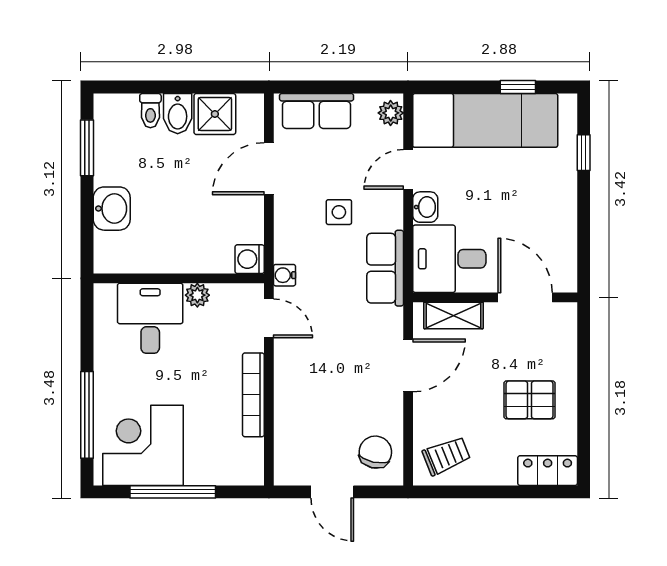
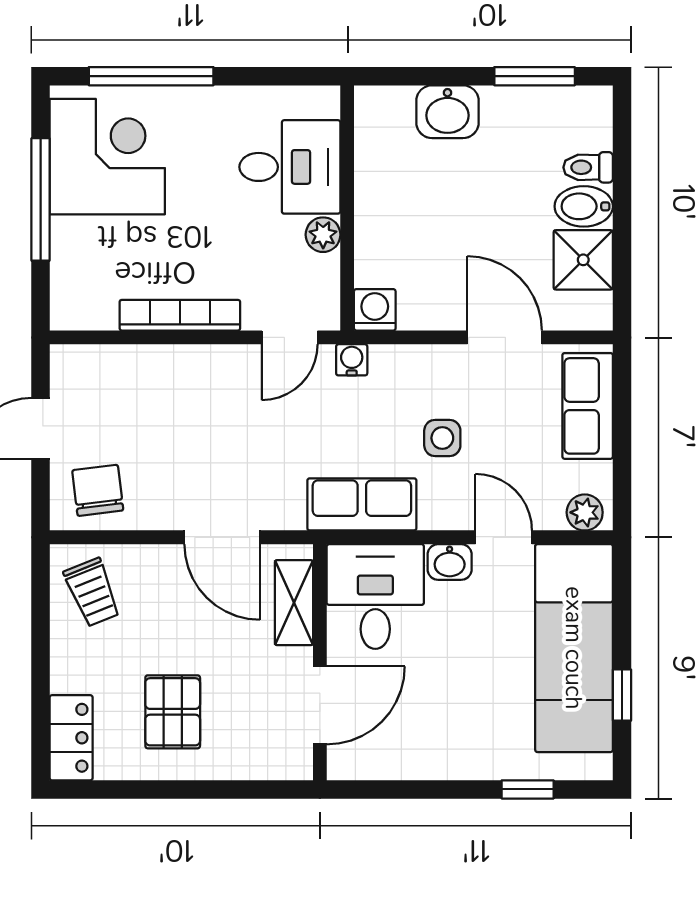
chair: (375, 452) -> (98, 490), turned -109

